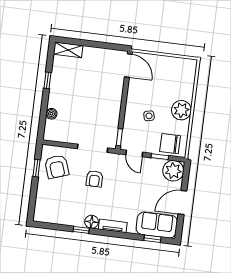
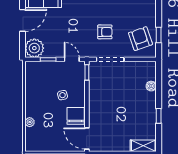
plant: (181, 110) -> (30, 122), moved, width x0.53, depth x0.53
chair: (170, 144) -> (76, 116), moved, turned -90
armchair: (94, 179) -> (105, 32), turned 90

